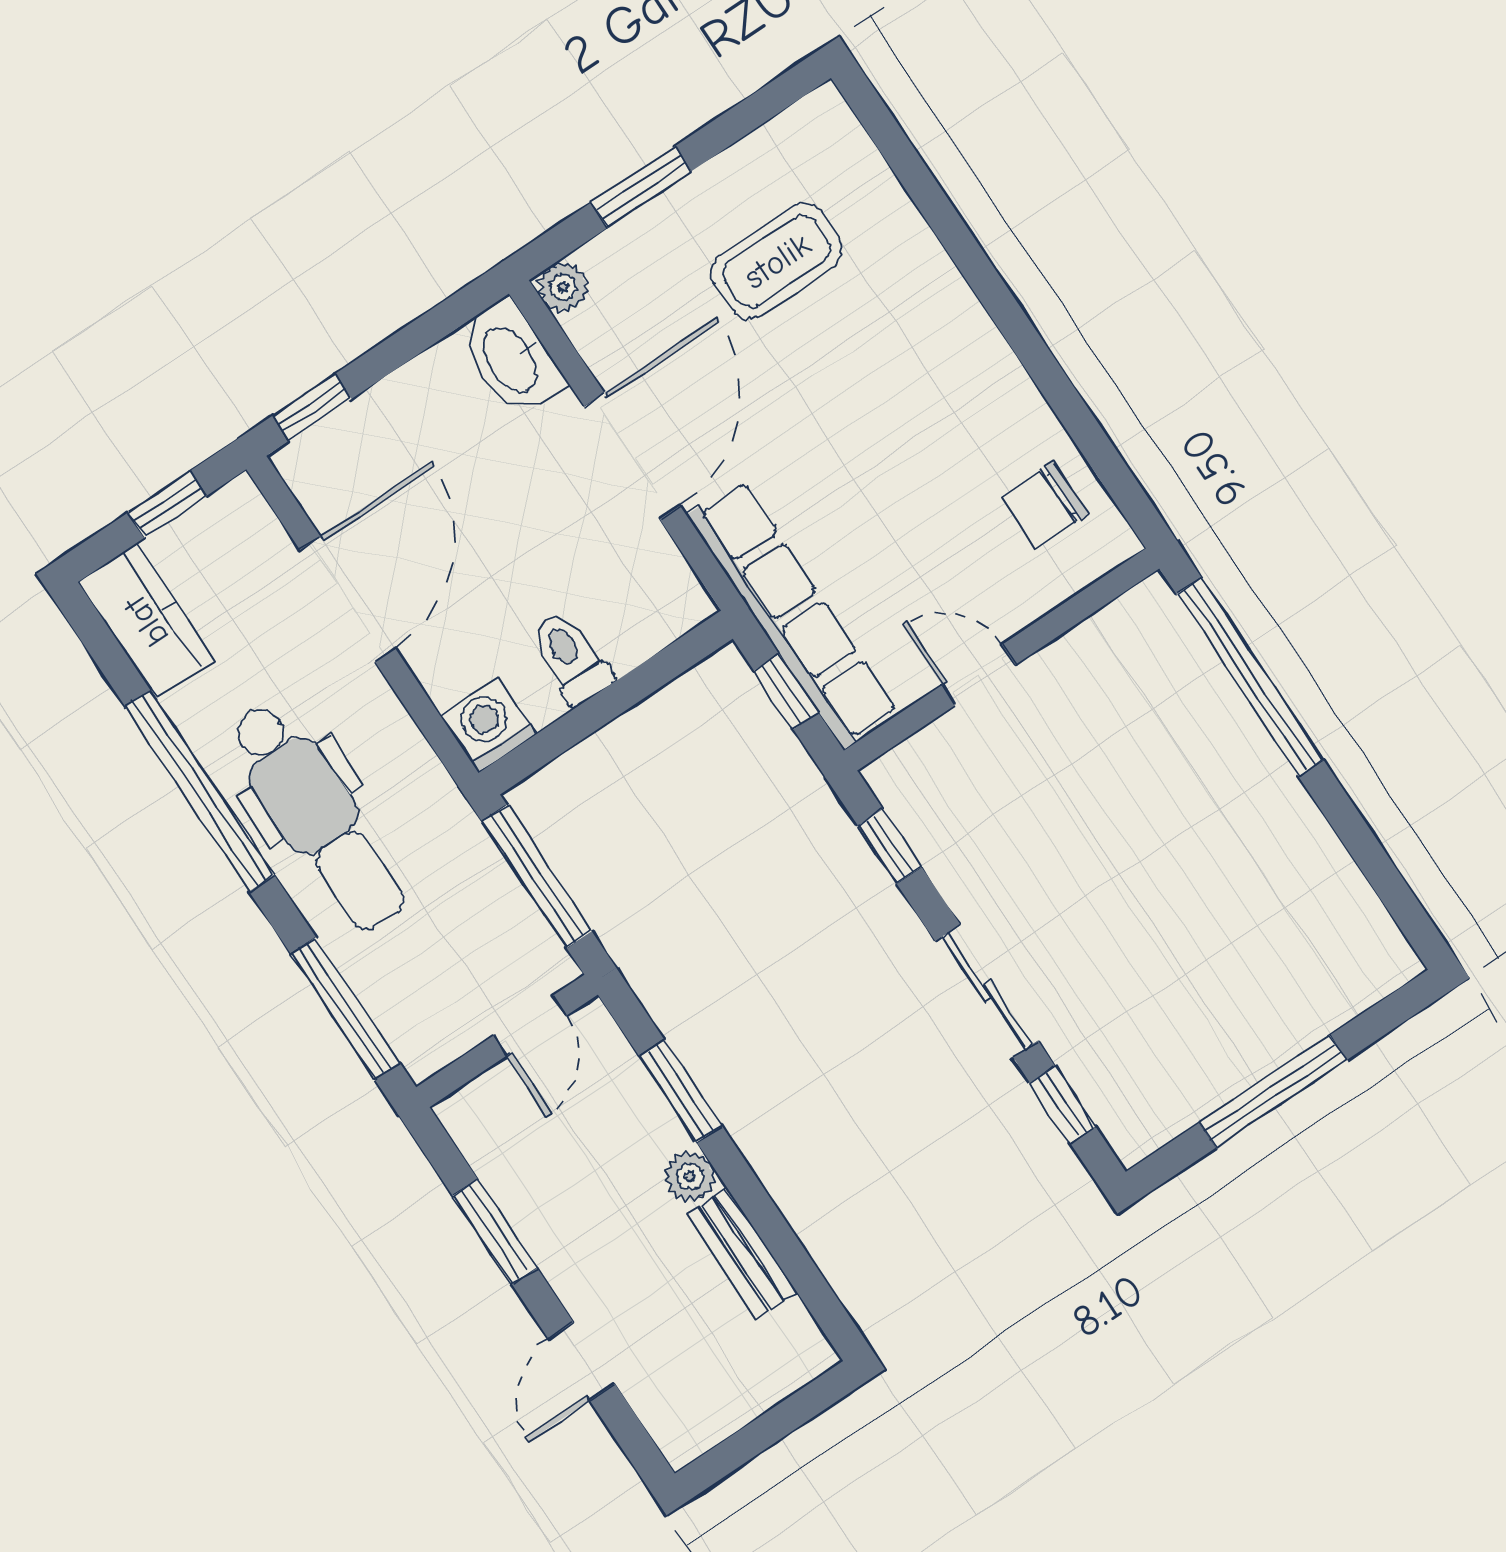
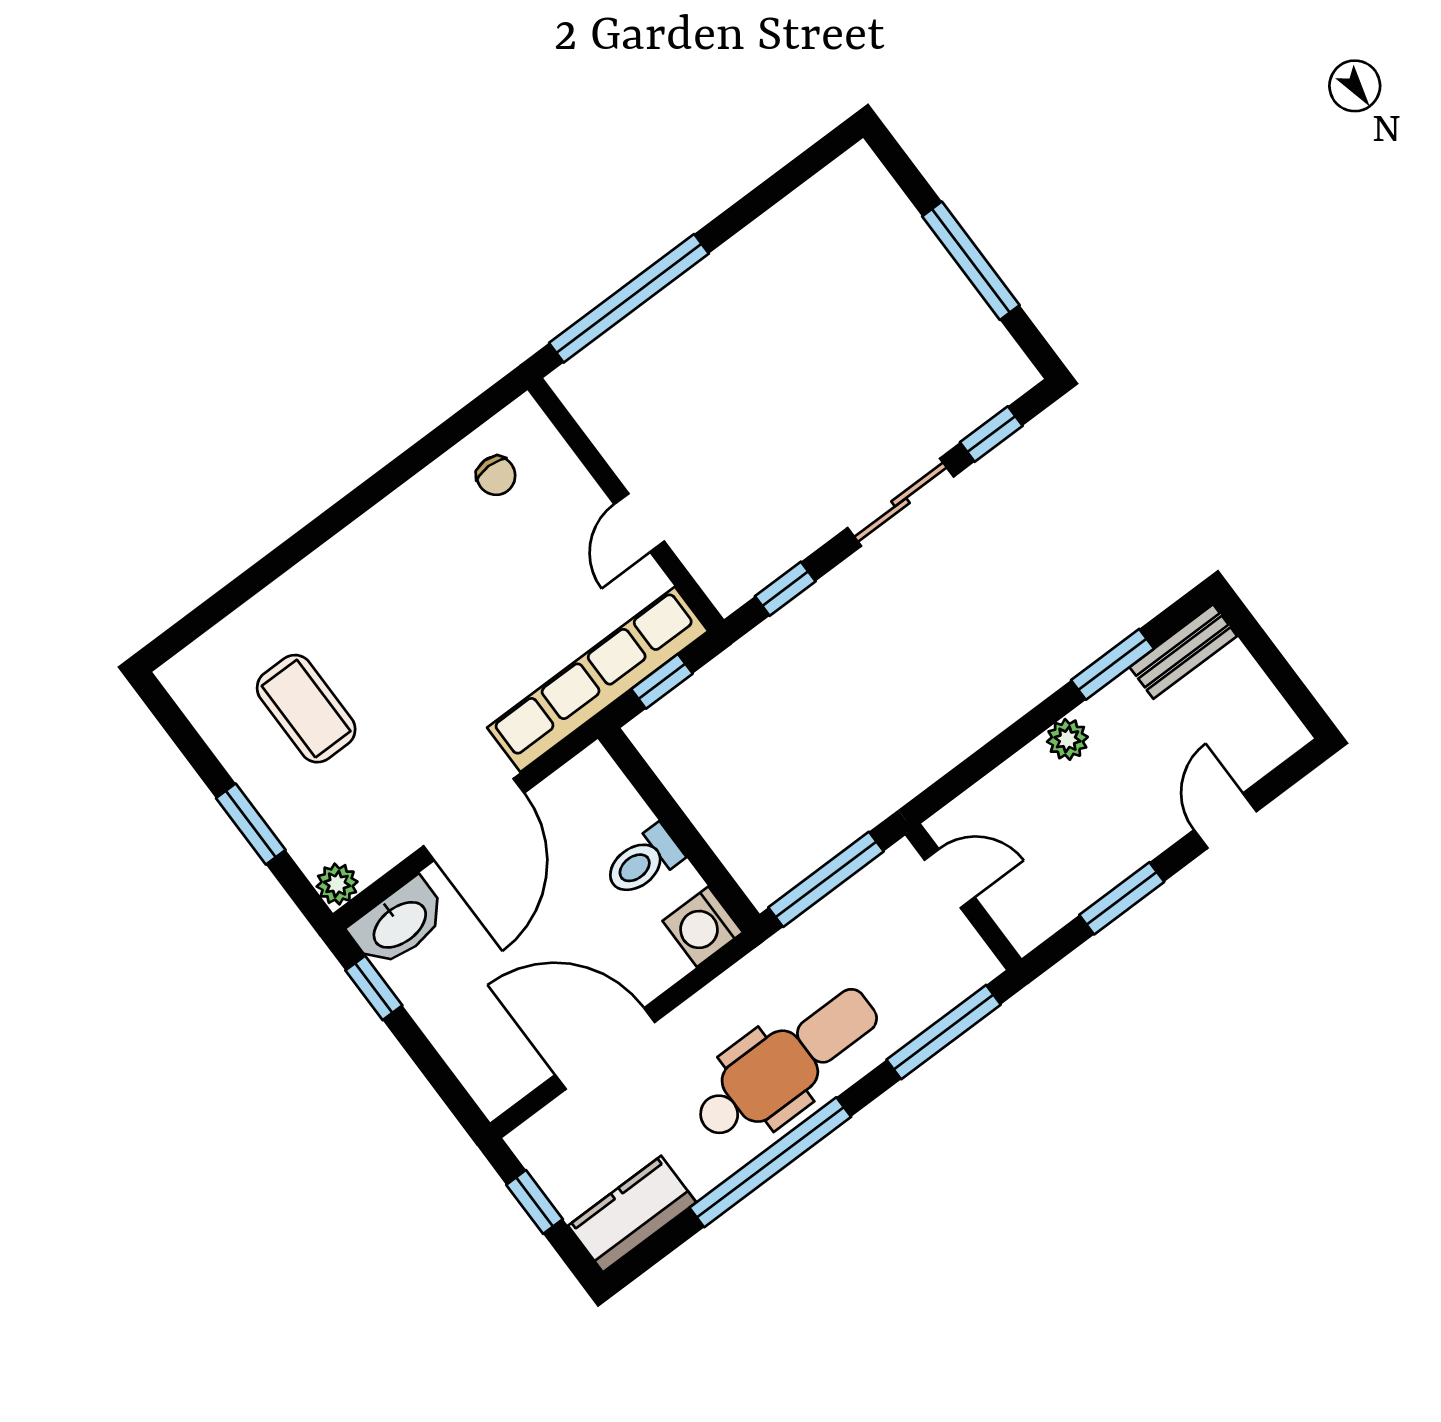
window: (312, 407) -> (374, 988), moved
door: (632, 456) -> (474, 819), swing flipped
chair: (1045, 505) -> (496, 476), width x0.73, depth x0.73
window: (681, 1091) -> (1112, 664), moved
bench: (742, 1253) -> (1183, 652), moved
door: (582, 1361) -> (1225, 821), swing flipped

